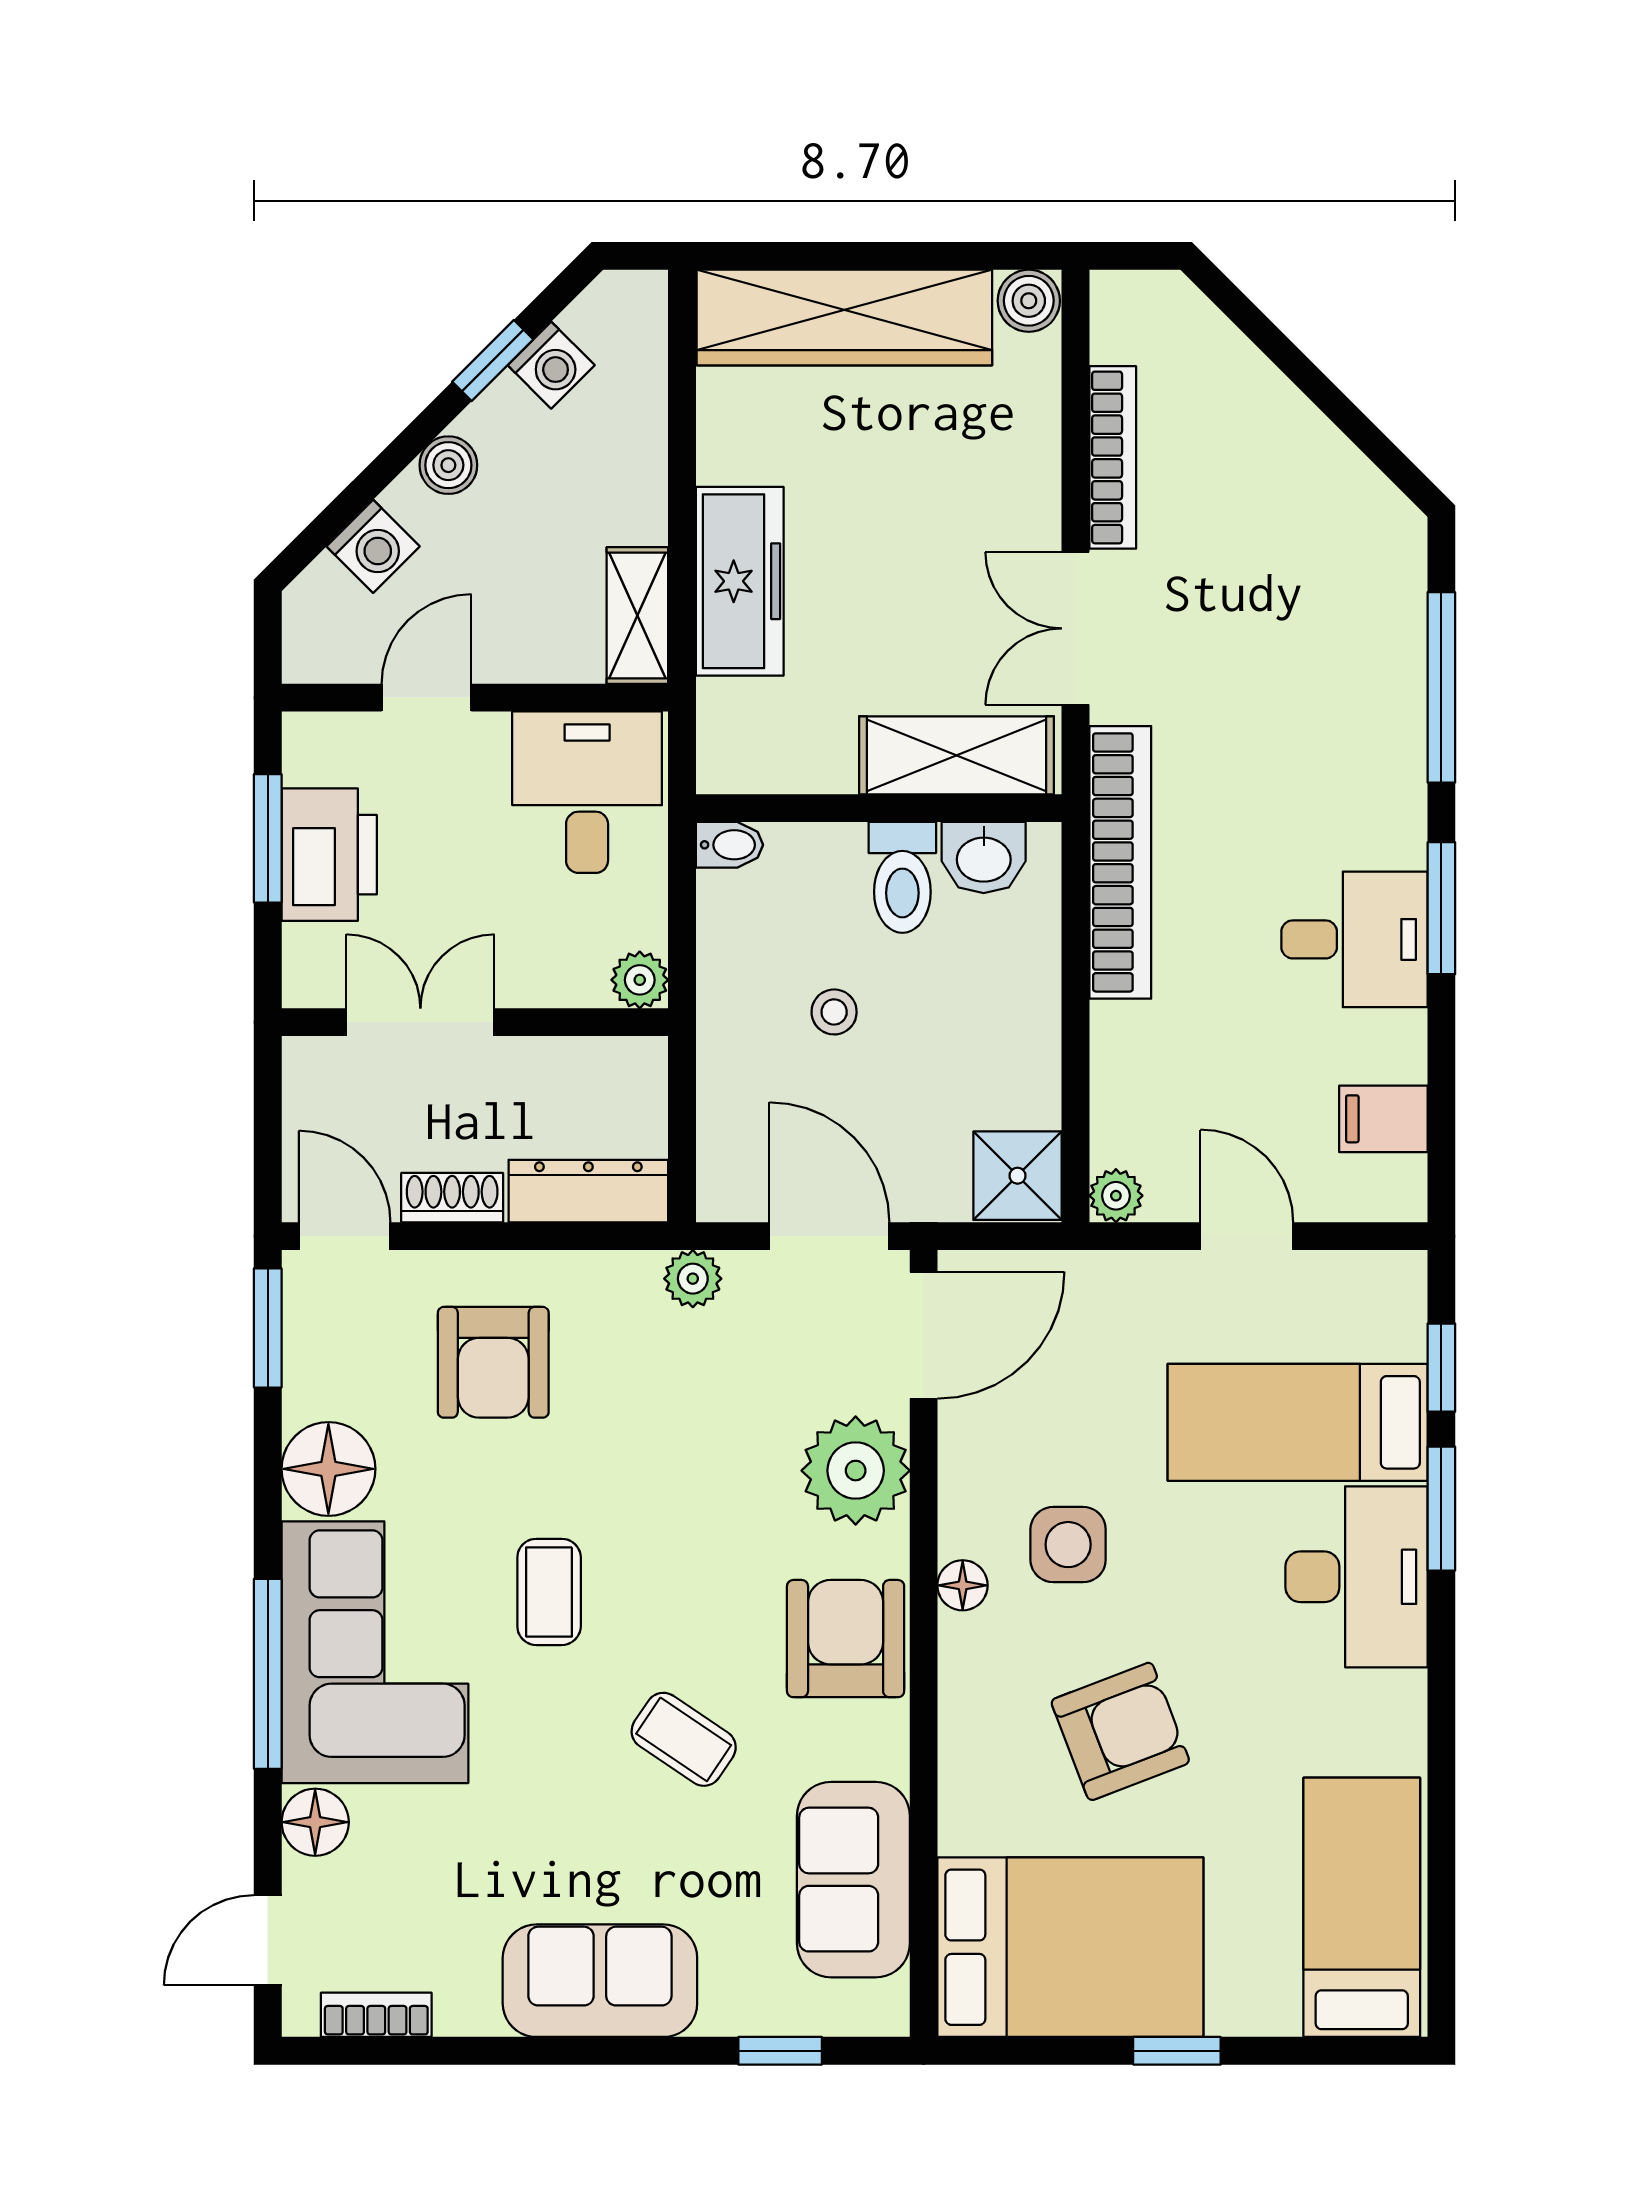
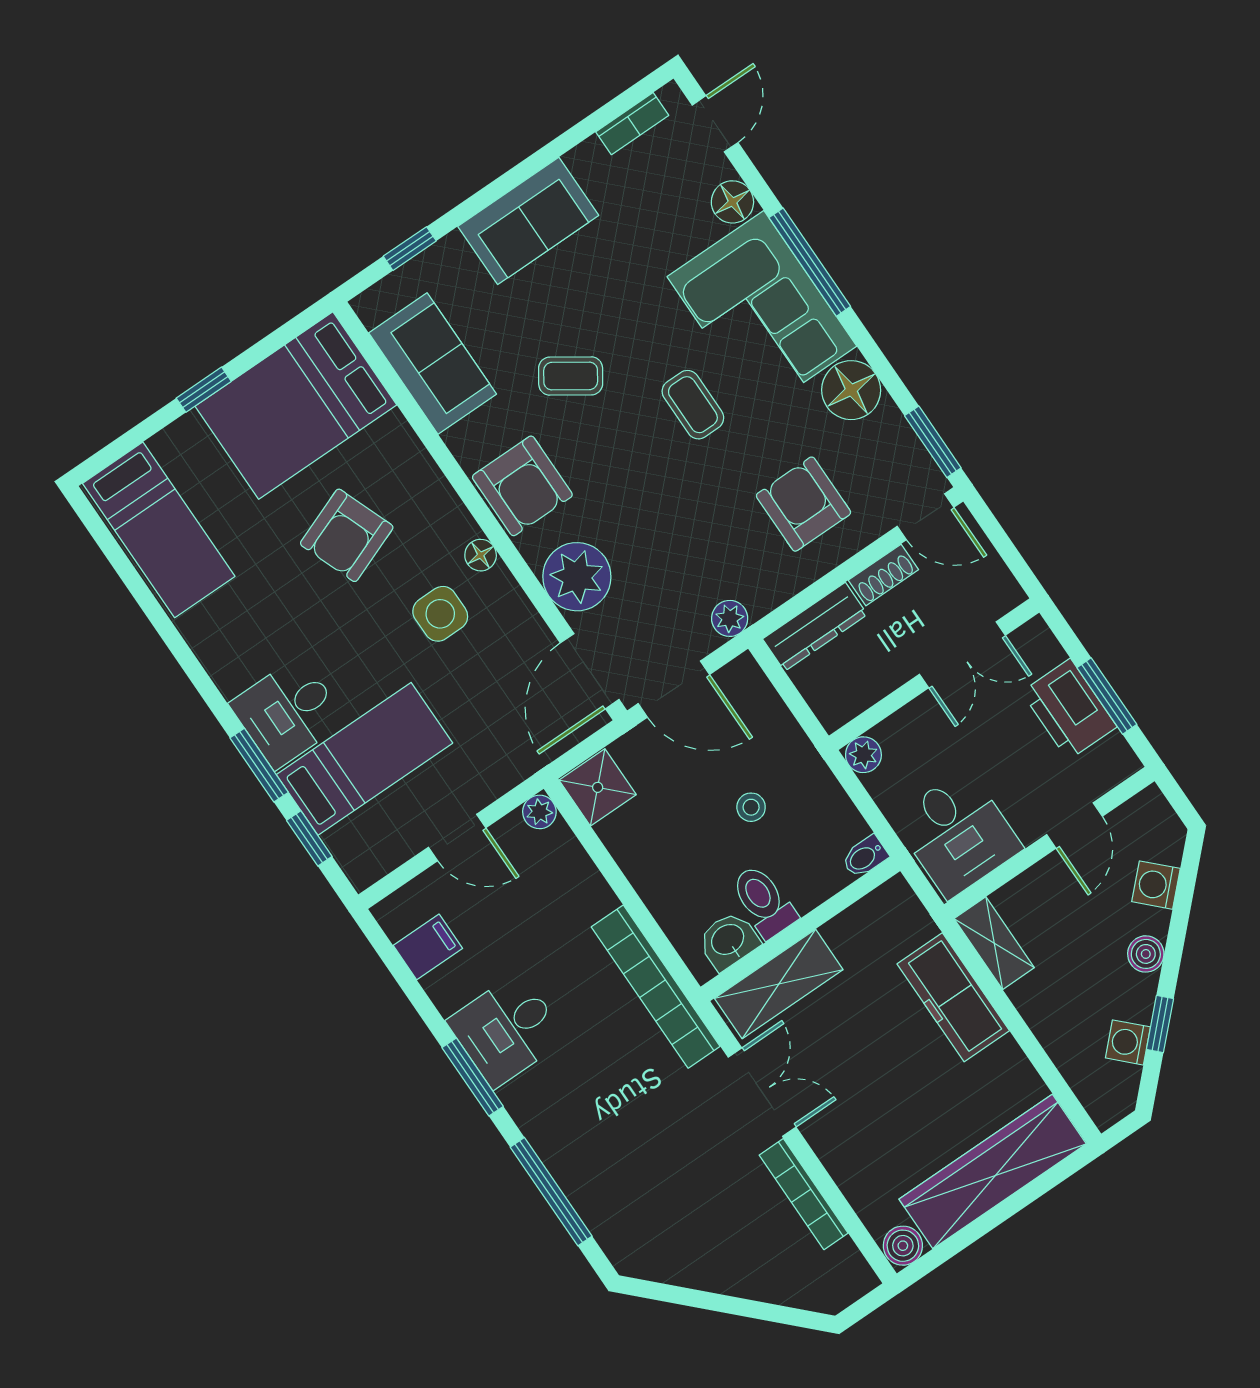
desk: (1356, 1577) -> (288, 712), width x0.73

